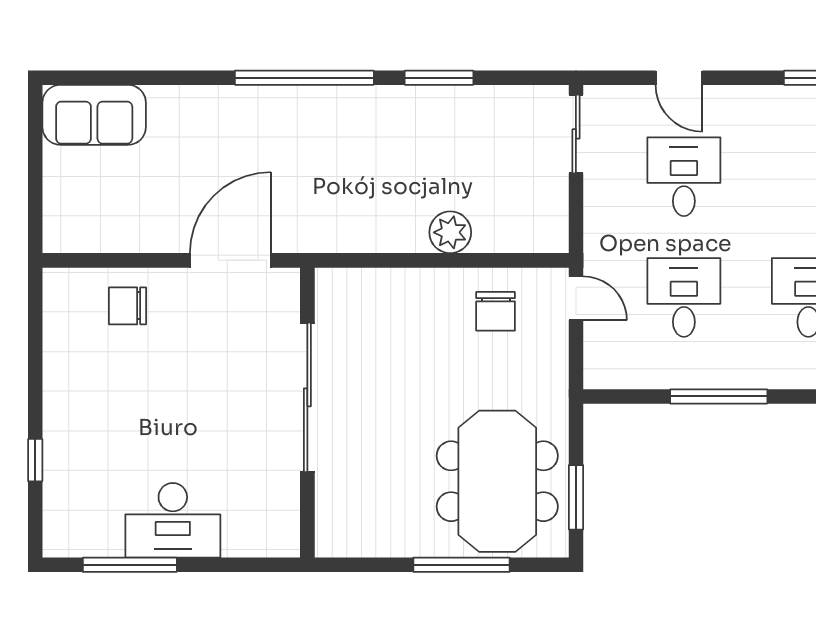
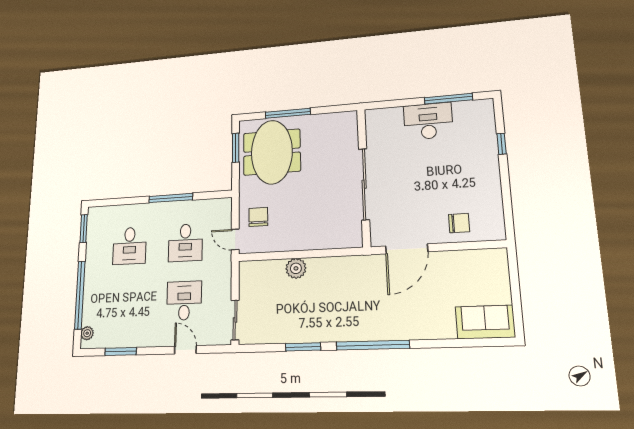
desk: (684, 177) -> (184, 301), turned 180
chair: (496, 311) -> (258, 217), moved

